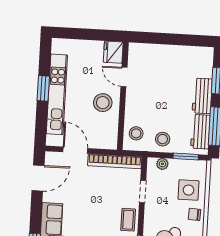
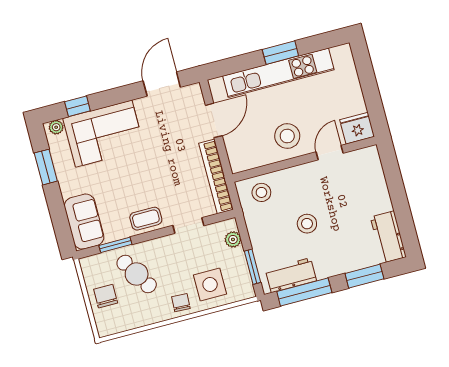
workbench: (202, 96) -> (388, 237), moved, turned -90
stool: (163, 139) -> (307, 224), moved
door: (38, 178) -> (162, 84), swing flipped

